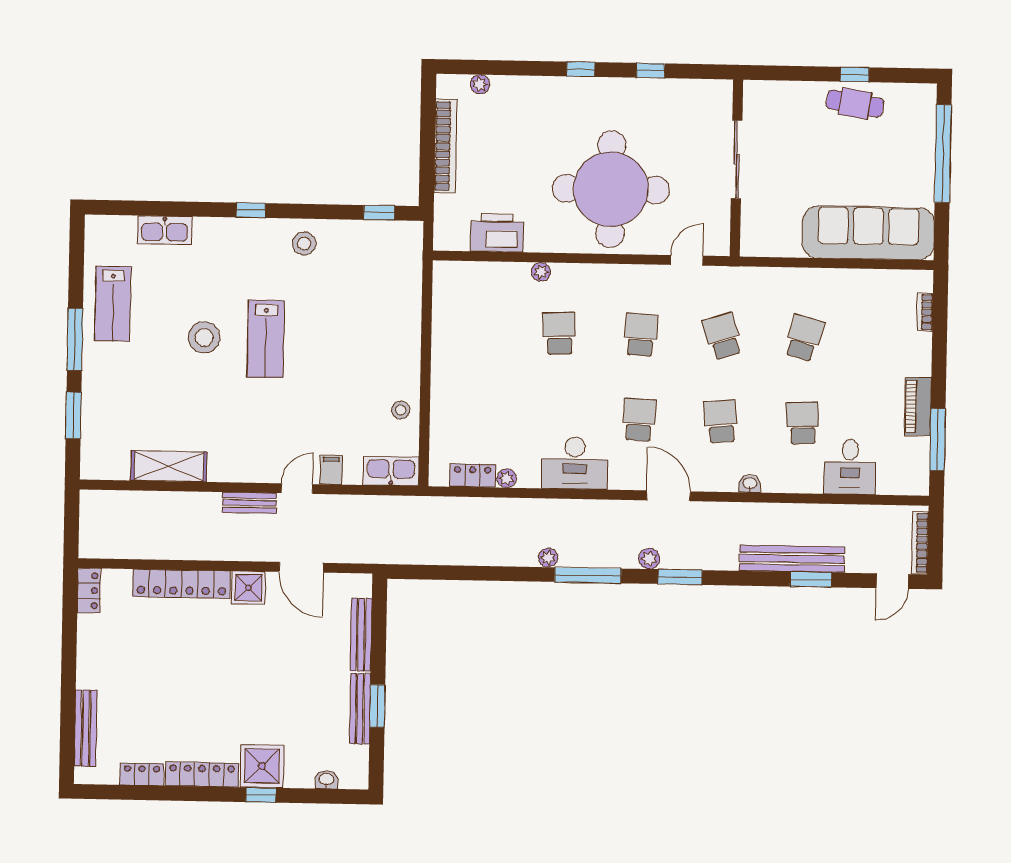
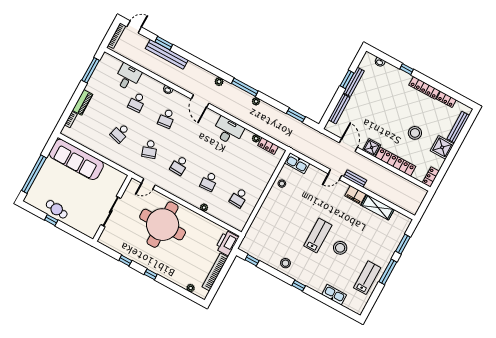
printer: (497, 233) -> (227, 243), moved, turned 90
piano: (918, 406) -> (83, 102), moved
school desk: (639, 420) -> (239, 198), moved
filing cabinet: (331, 470) -> (355, 195), moved, width x2.00
window: (680, 577) -> (296, 115), moved
stool: (172, 667) -> (415, 133), added
shower: (262, 766) -> (442, 147), moved

